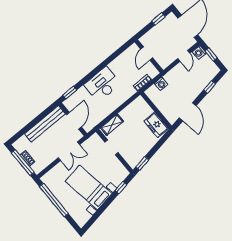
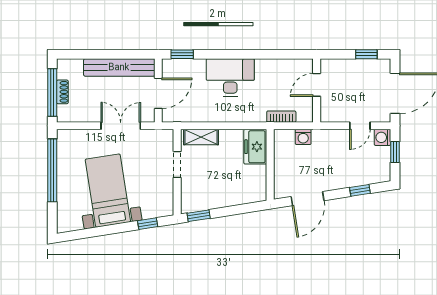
freezer: (156, 125) -> (255, 147), moved
double door: (69, 151) -> (121, 126), swing flipped

